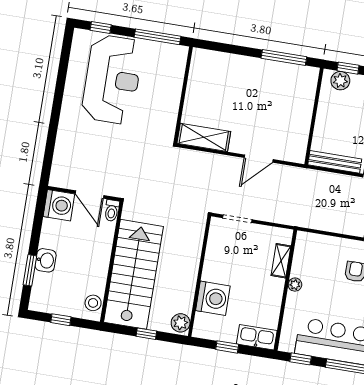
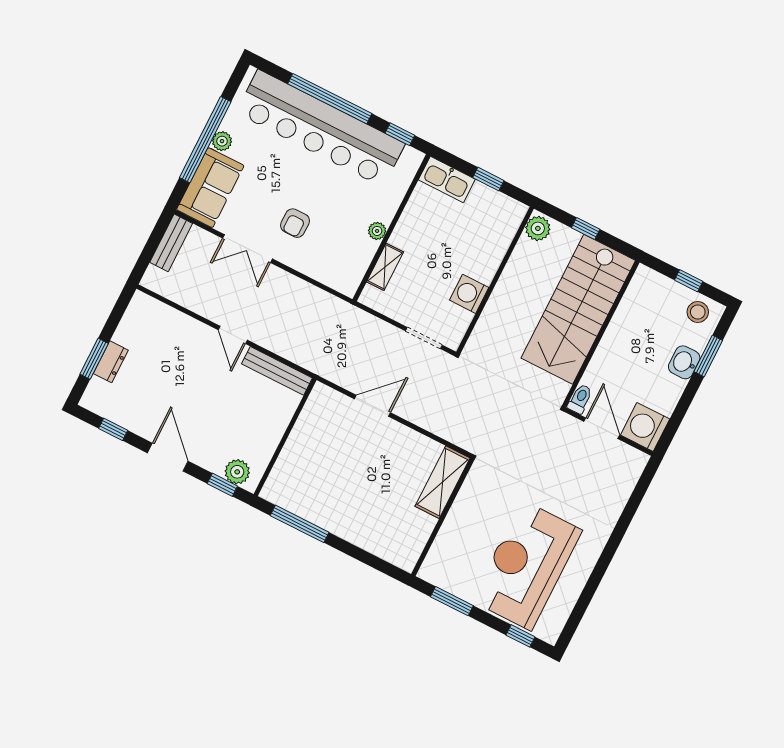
window: (157, 37) -> (452, 601), width x0.69
shelving: (204, 137) -> (442, 482), moved, turned 90
washing machine: (213, 298) -> (469, 294), moved, width x0.73, depth x0.73
stool: (93, 303) -> (698, 312), moved

